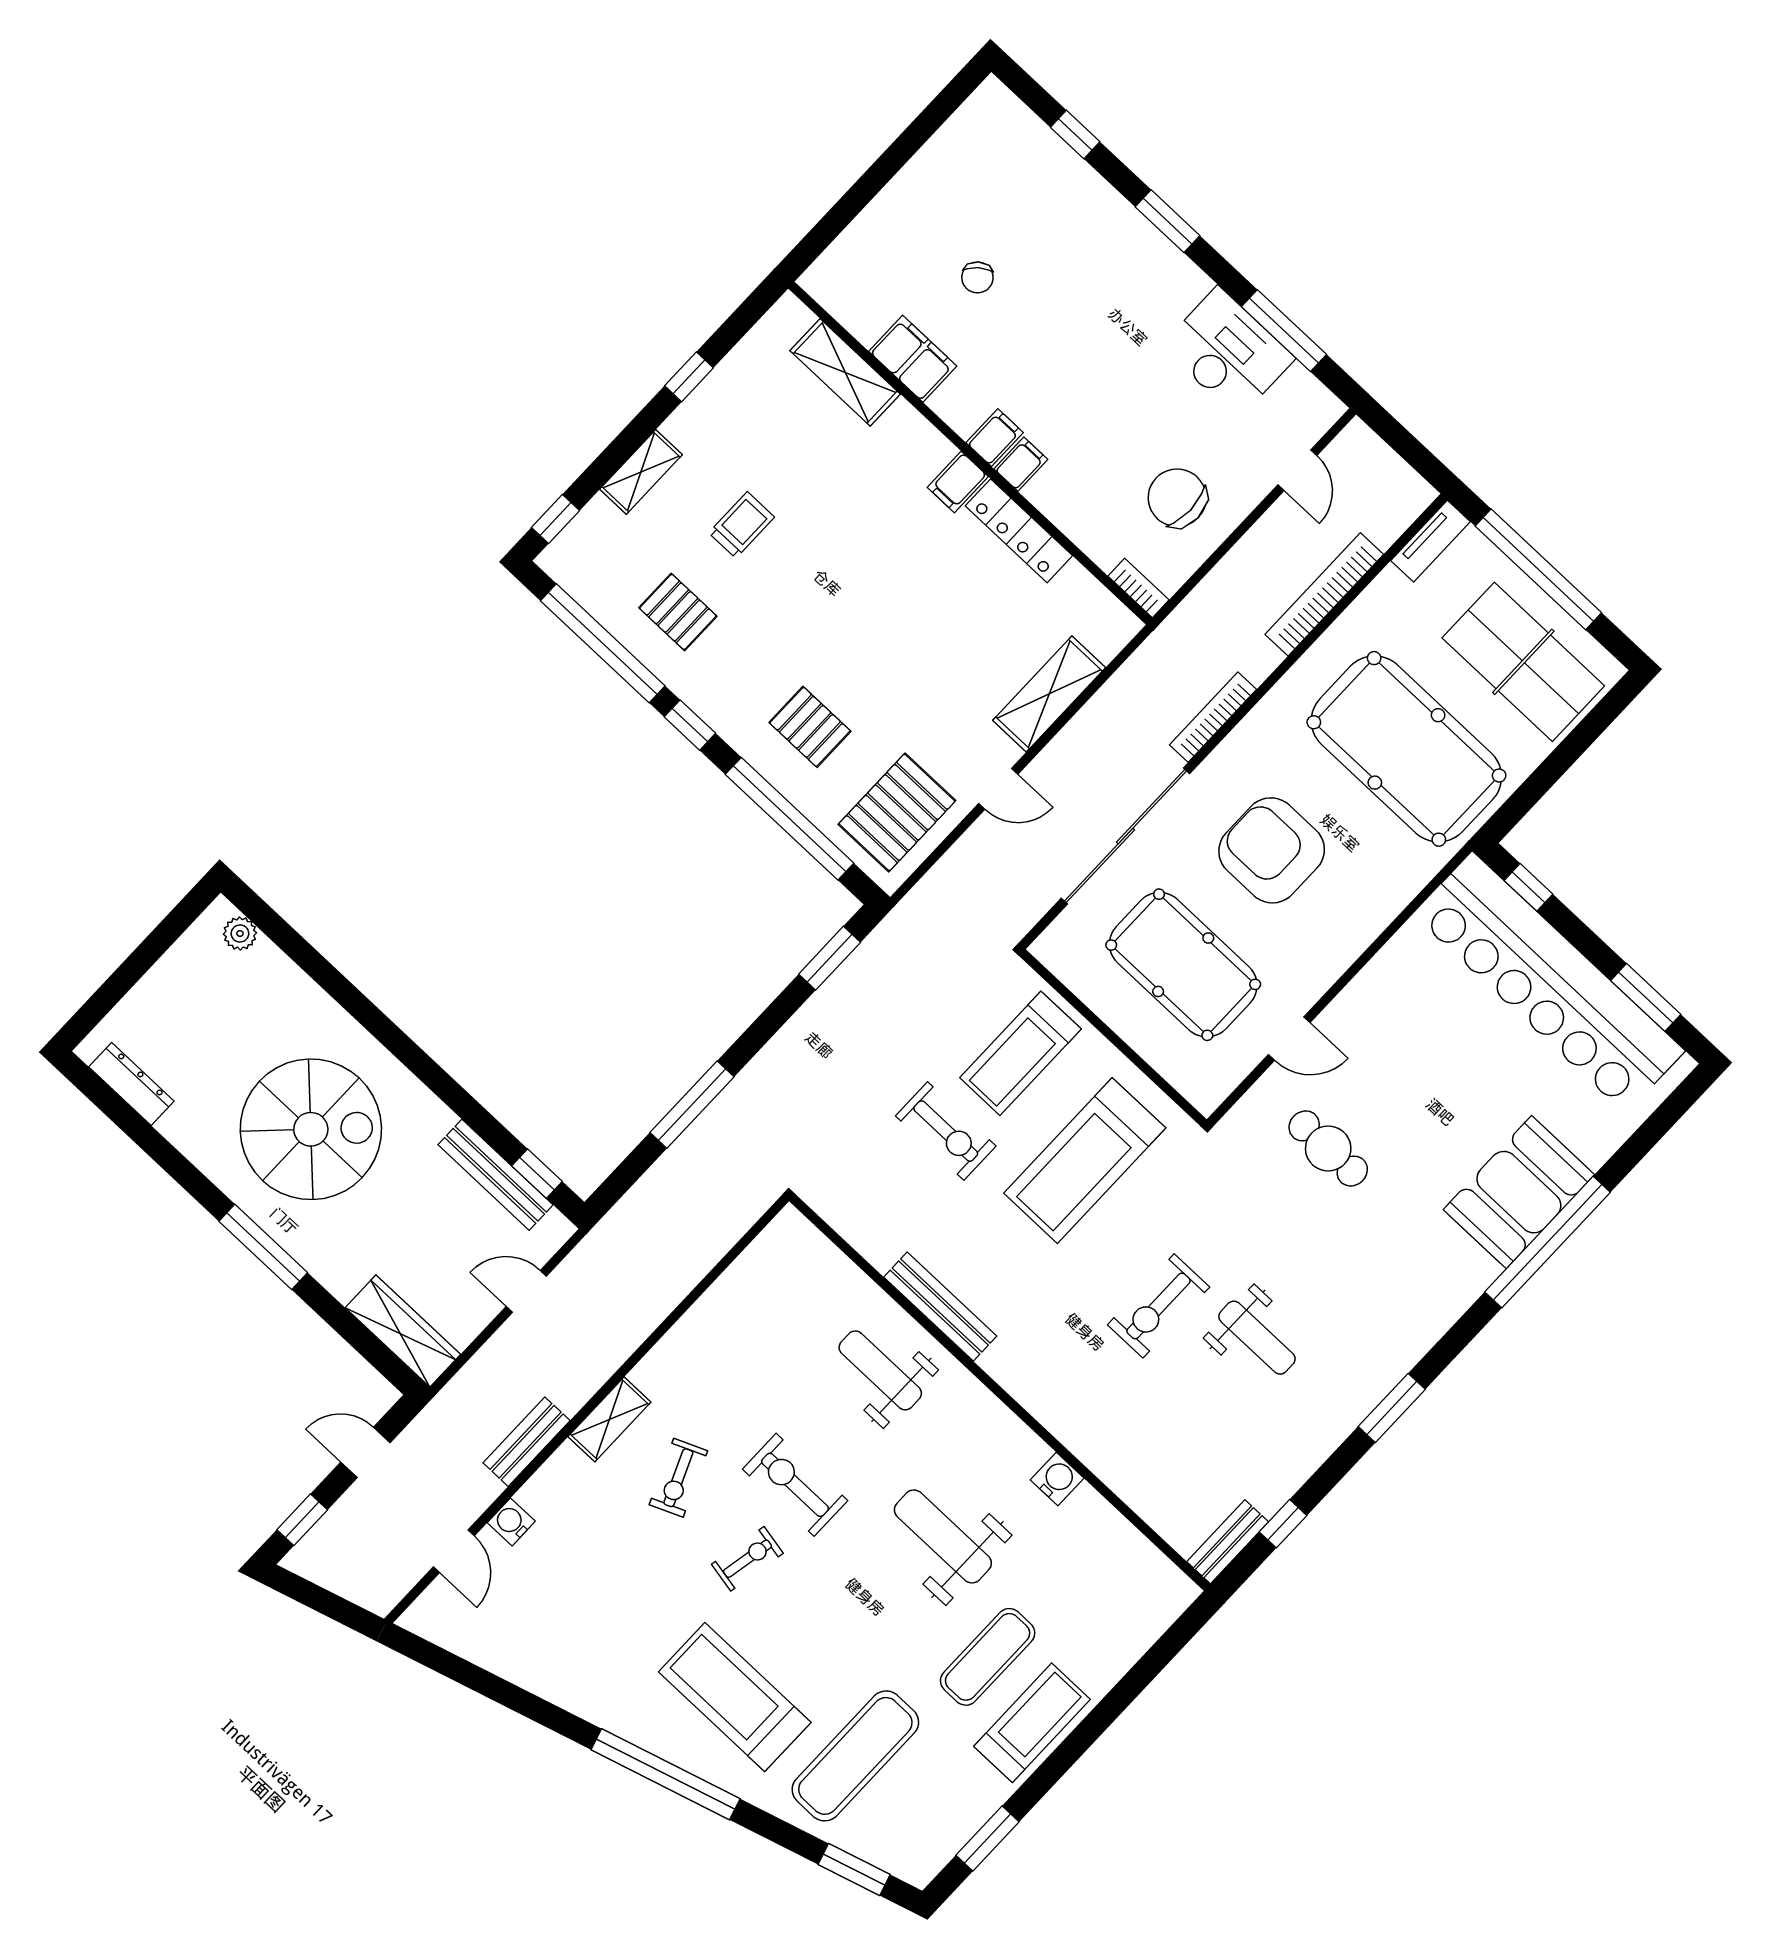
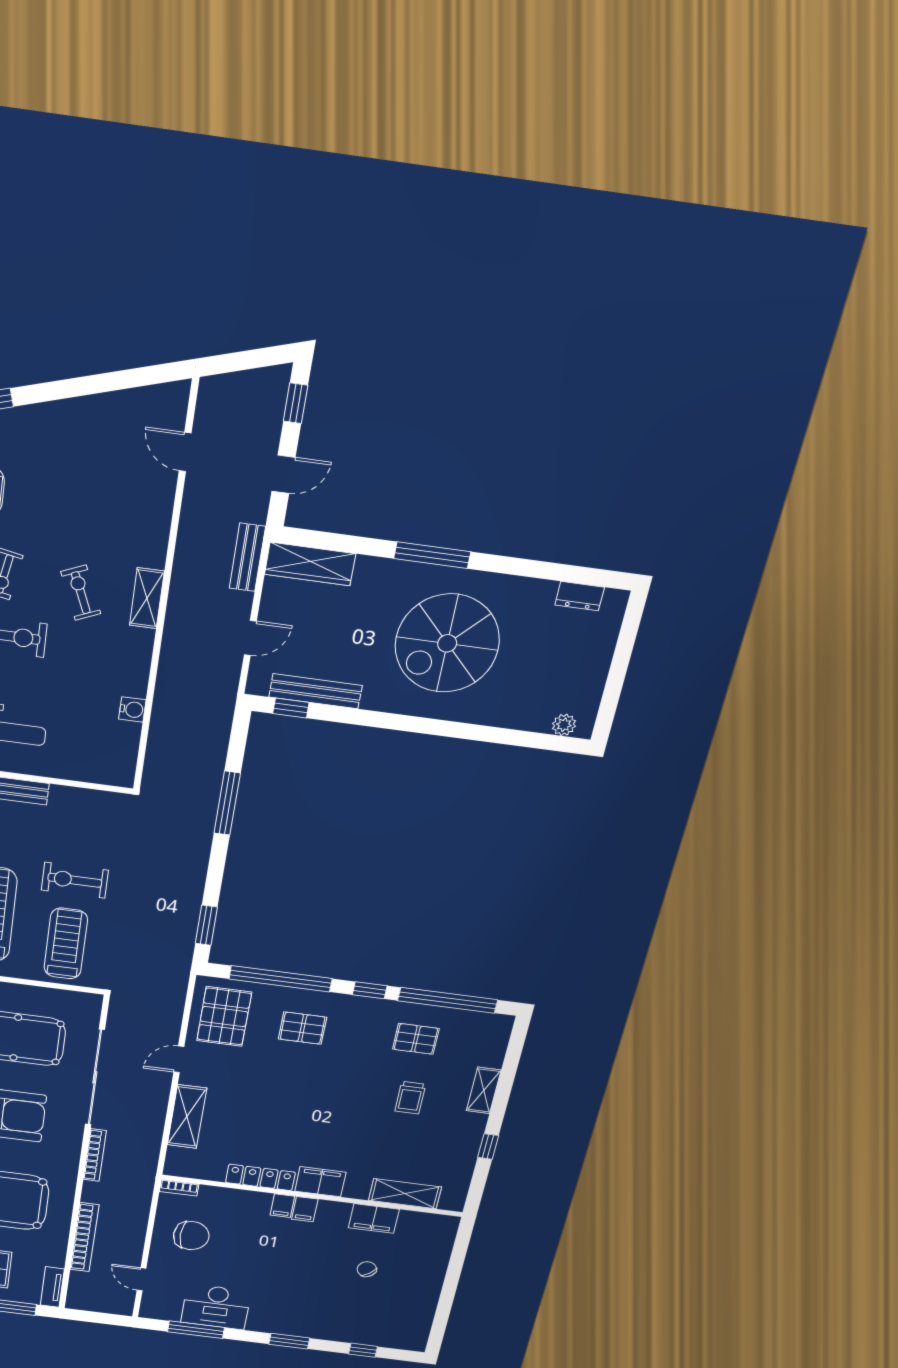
filing cabinet: (958, 482) -> (320, 1182), width x2.00
window: (555, 519) -> (516, 1043), removed
dresser: (131, 1084) -> (580, 596), width x0.70
bench: (527, 1442) -> (247, 557), moved
water cooler: (511, 1522) -> (132, 709), moved

